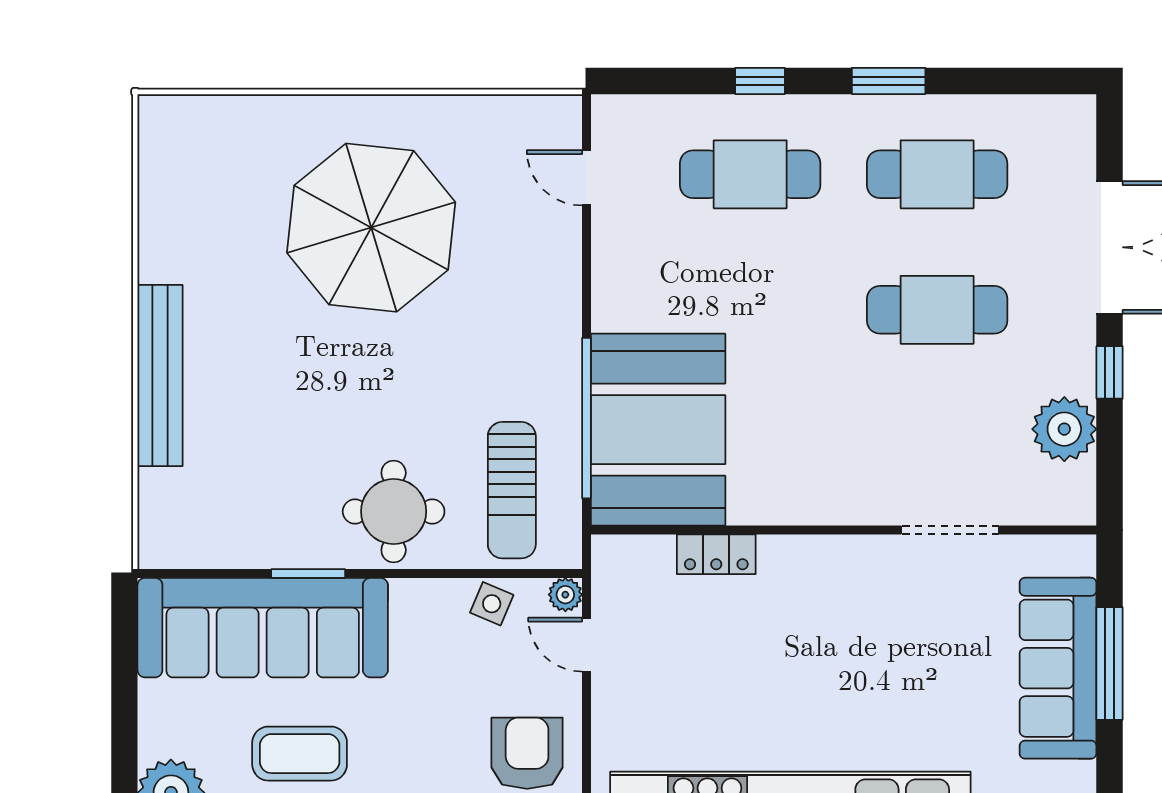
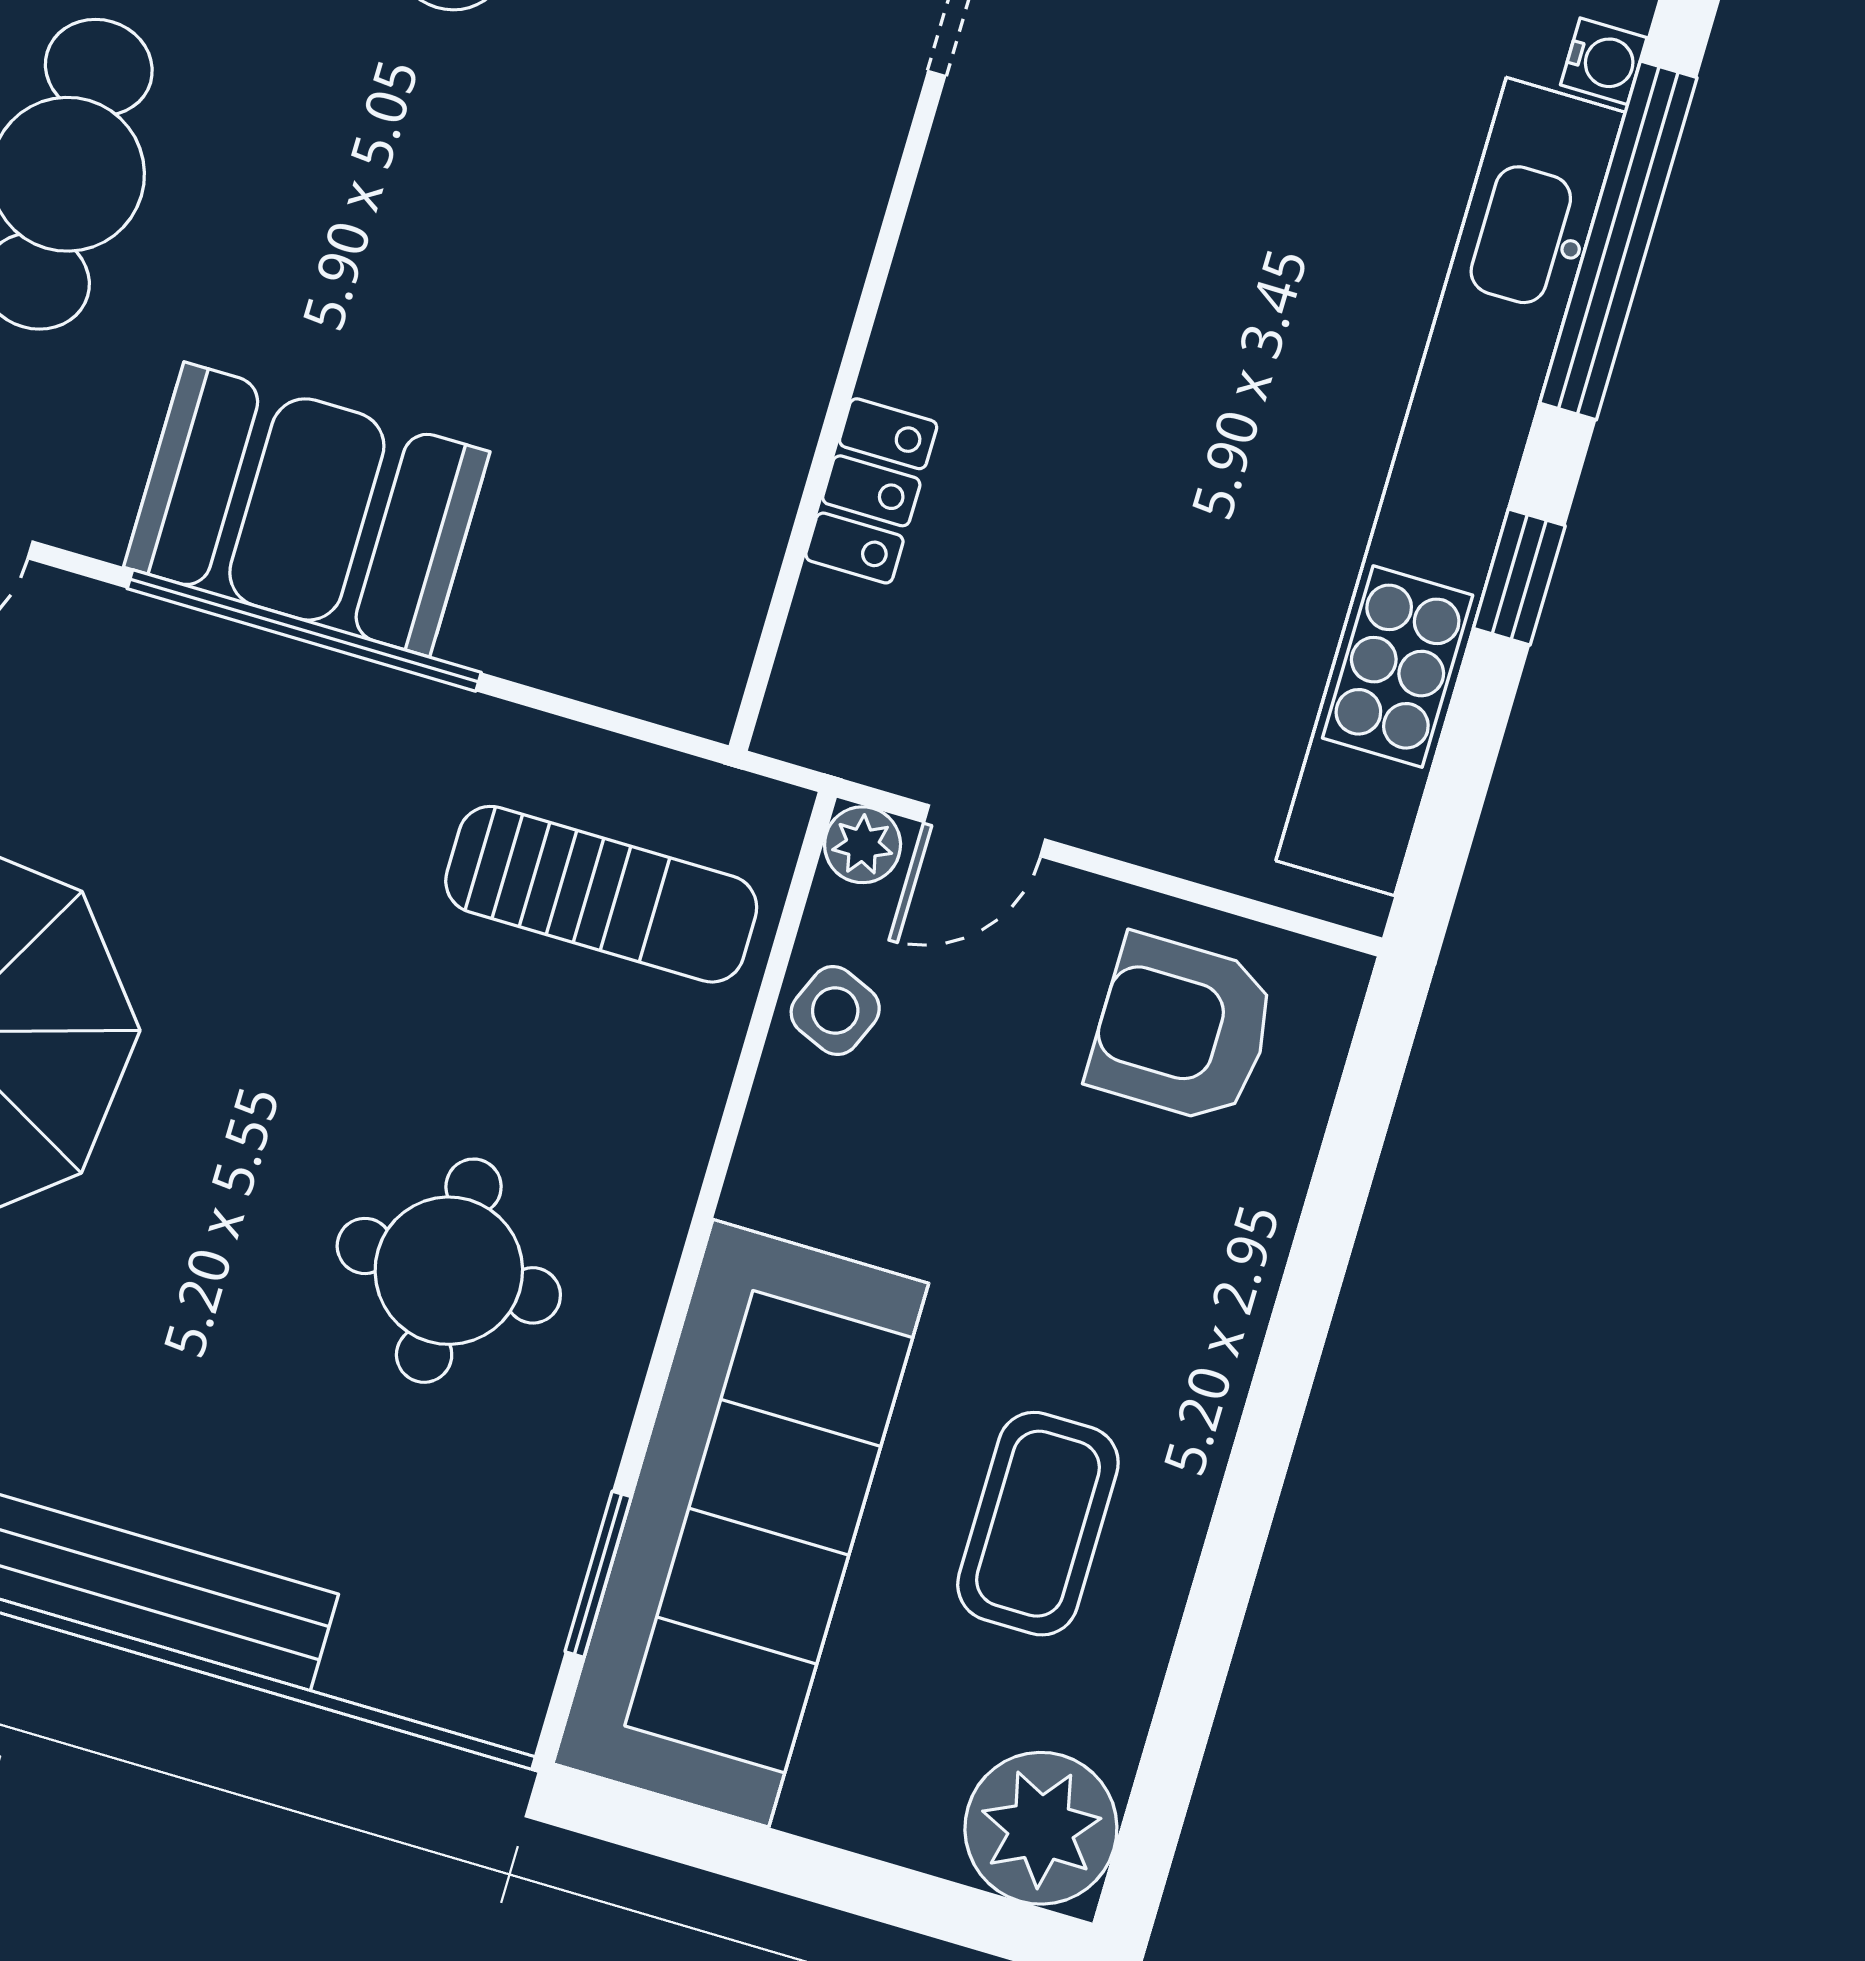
window: (586, 418) -> (304, 631), moved
booth: (658, 430) -> (307, 509), moved, width x0.73, depth x0.70
round table: (394, 511) -> (449, 1271), moved
window: (308, 574) -> (598, 1574), moved

